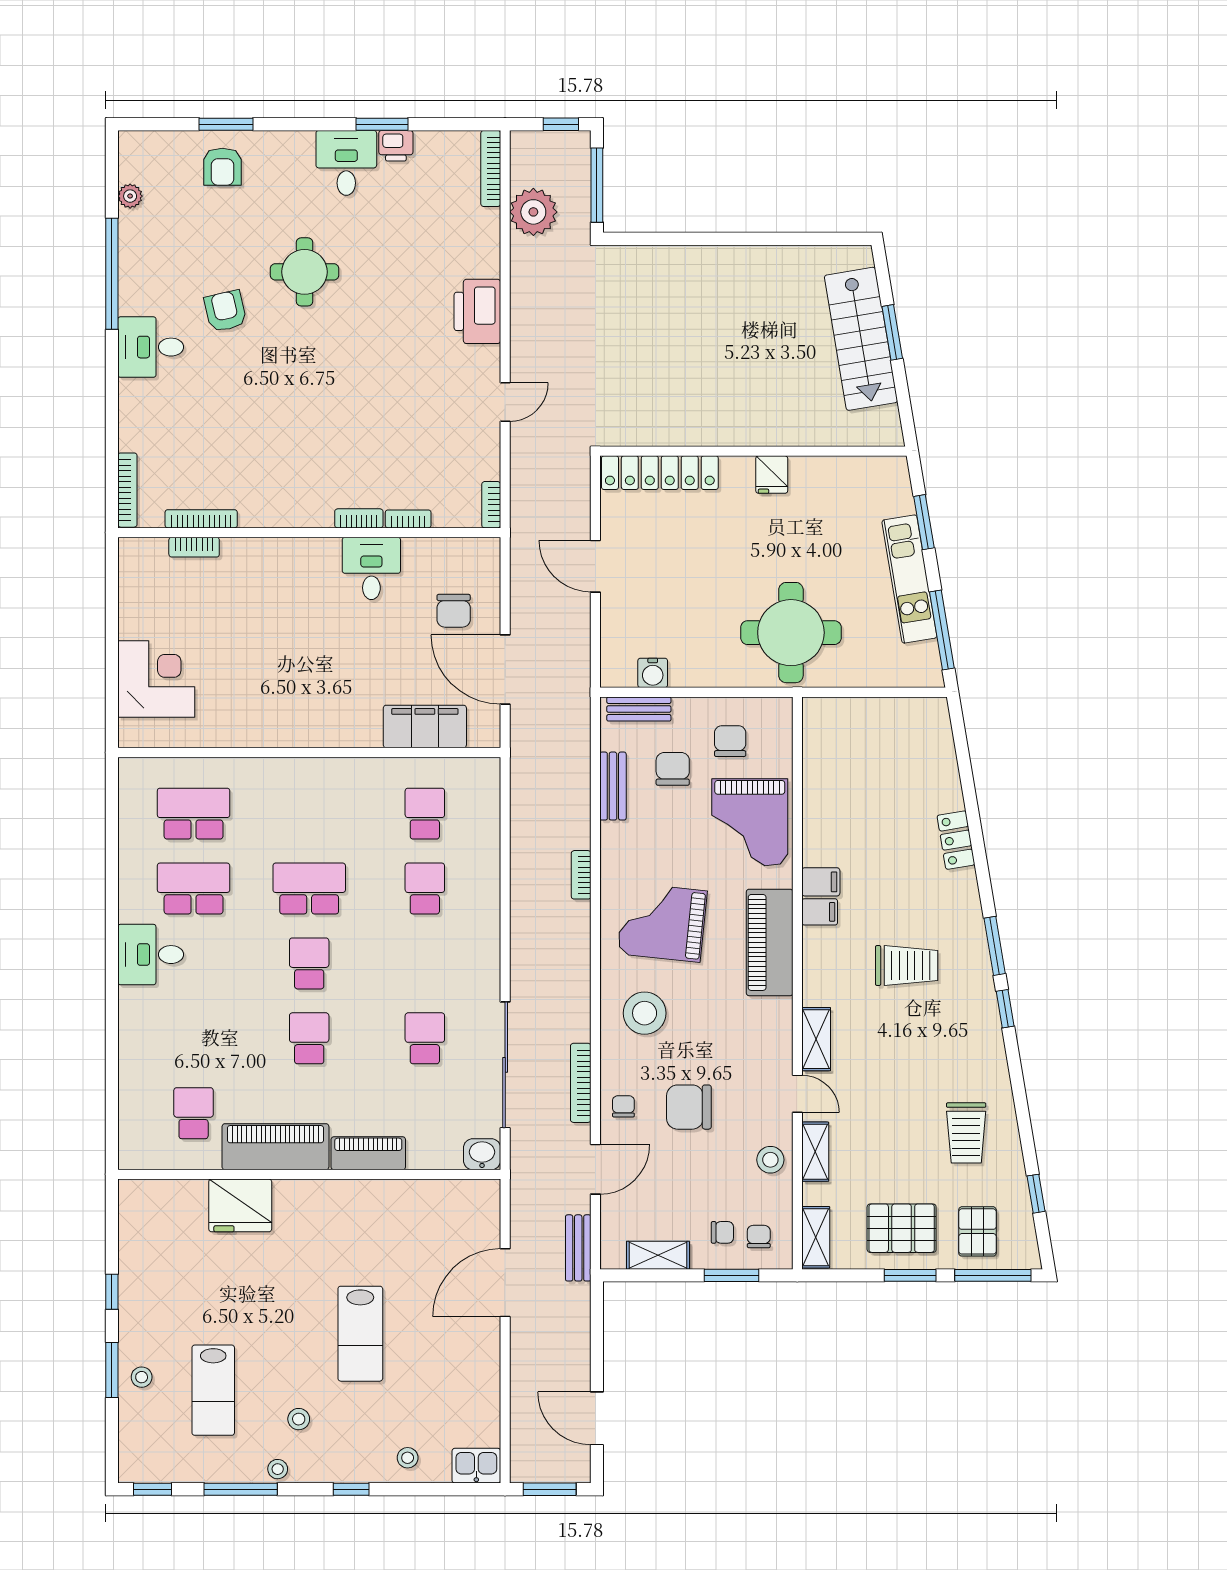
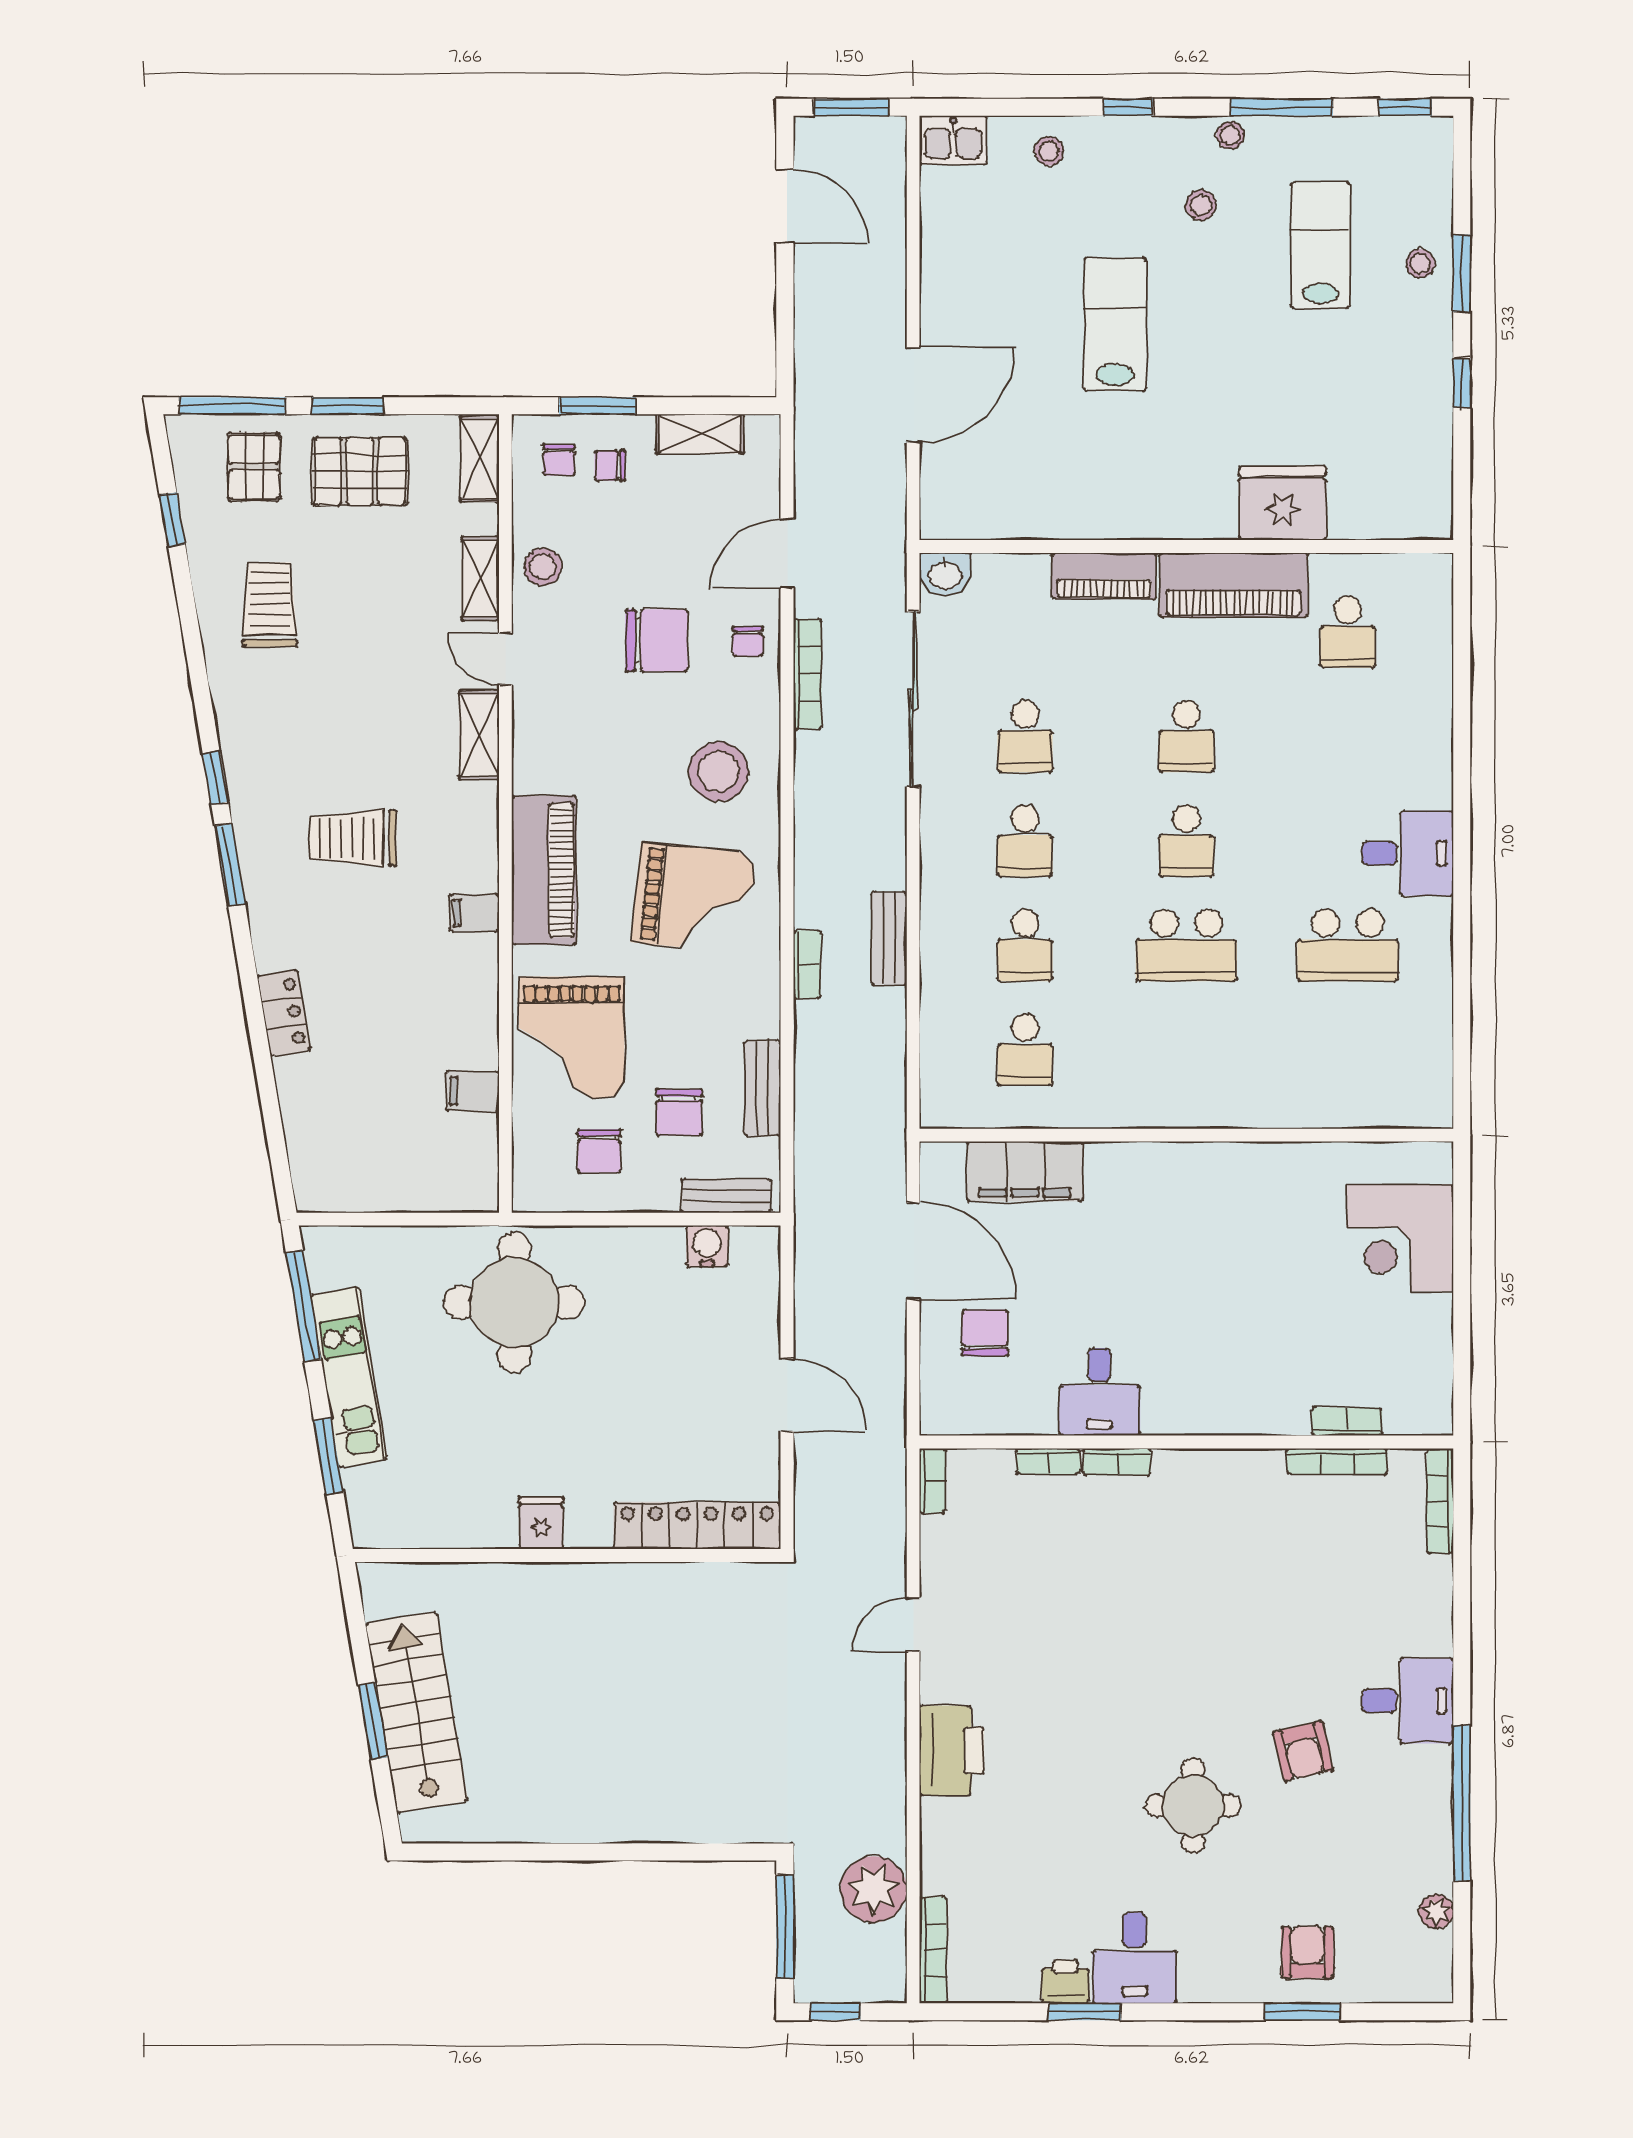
school desk: (194, 814) -> (1025, 841), moved, width x0.54
grand piano: (750, 822) -> (572, 1038), turned 180
filing cabinet: (821, 882) -> (473, 1091), moved
bench: (578, 1248) -> (889, 938), moved

